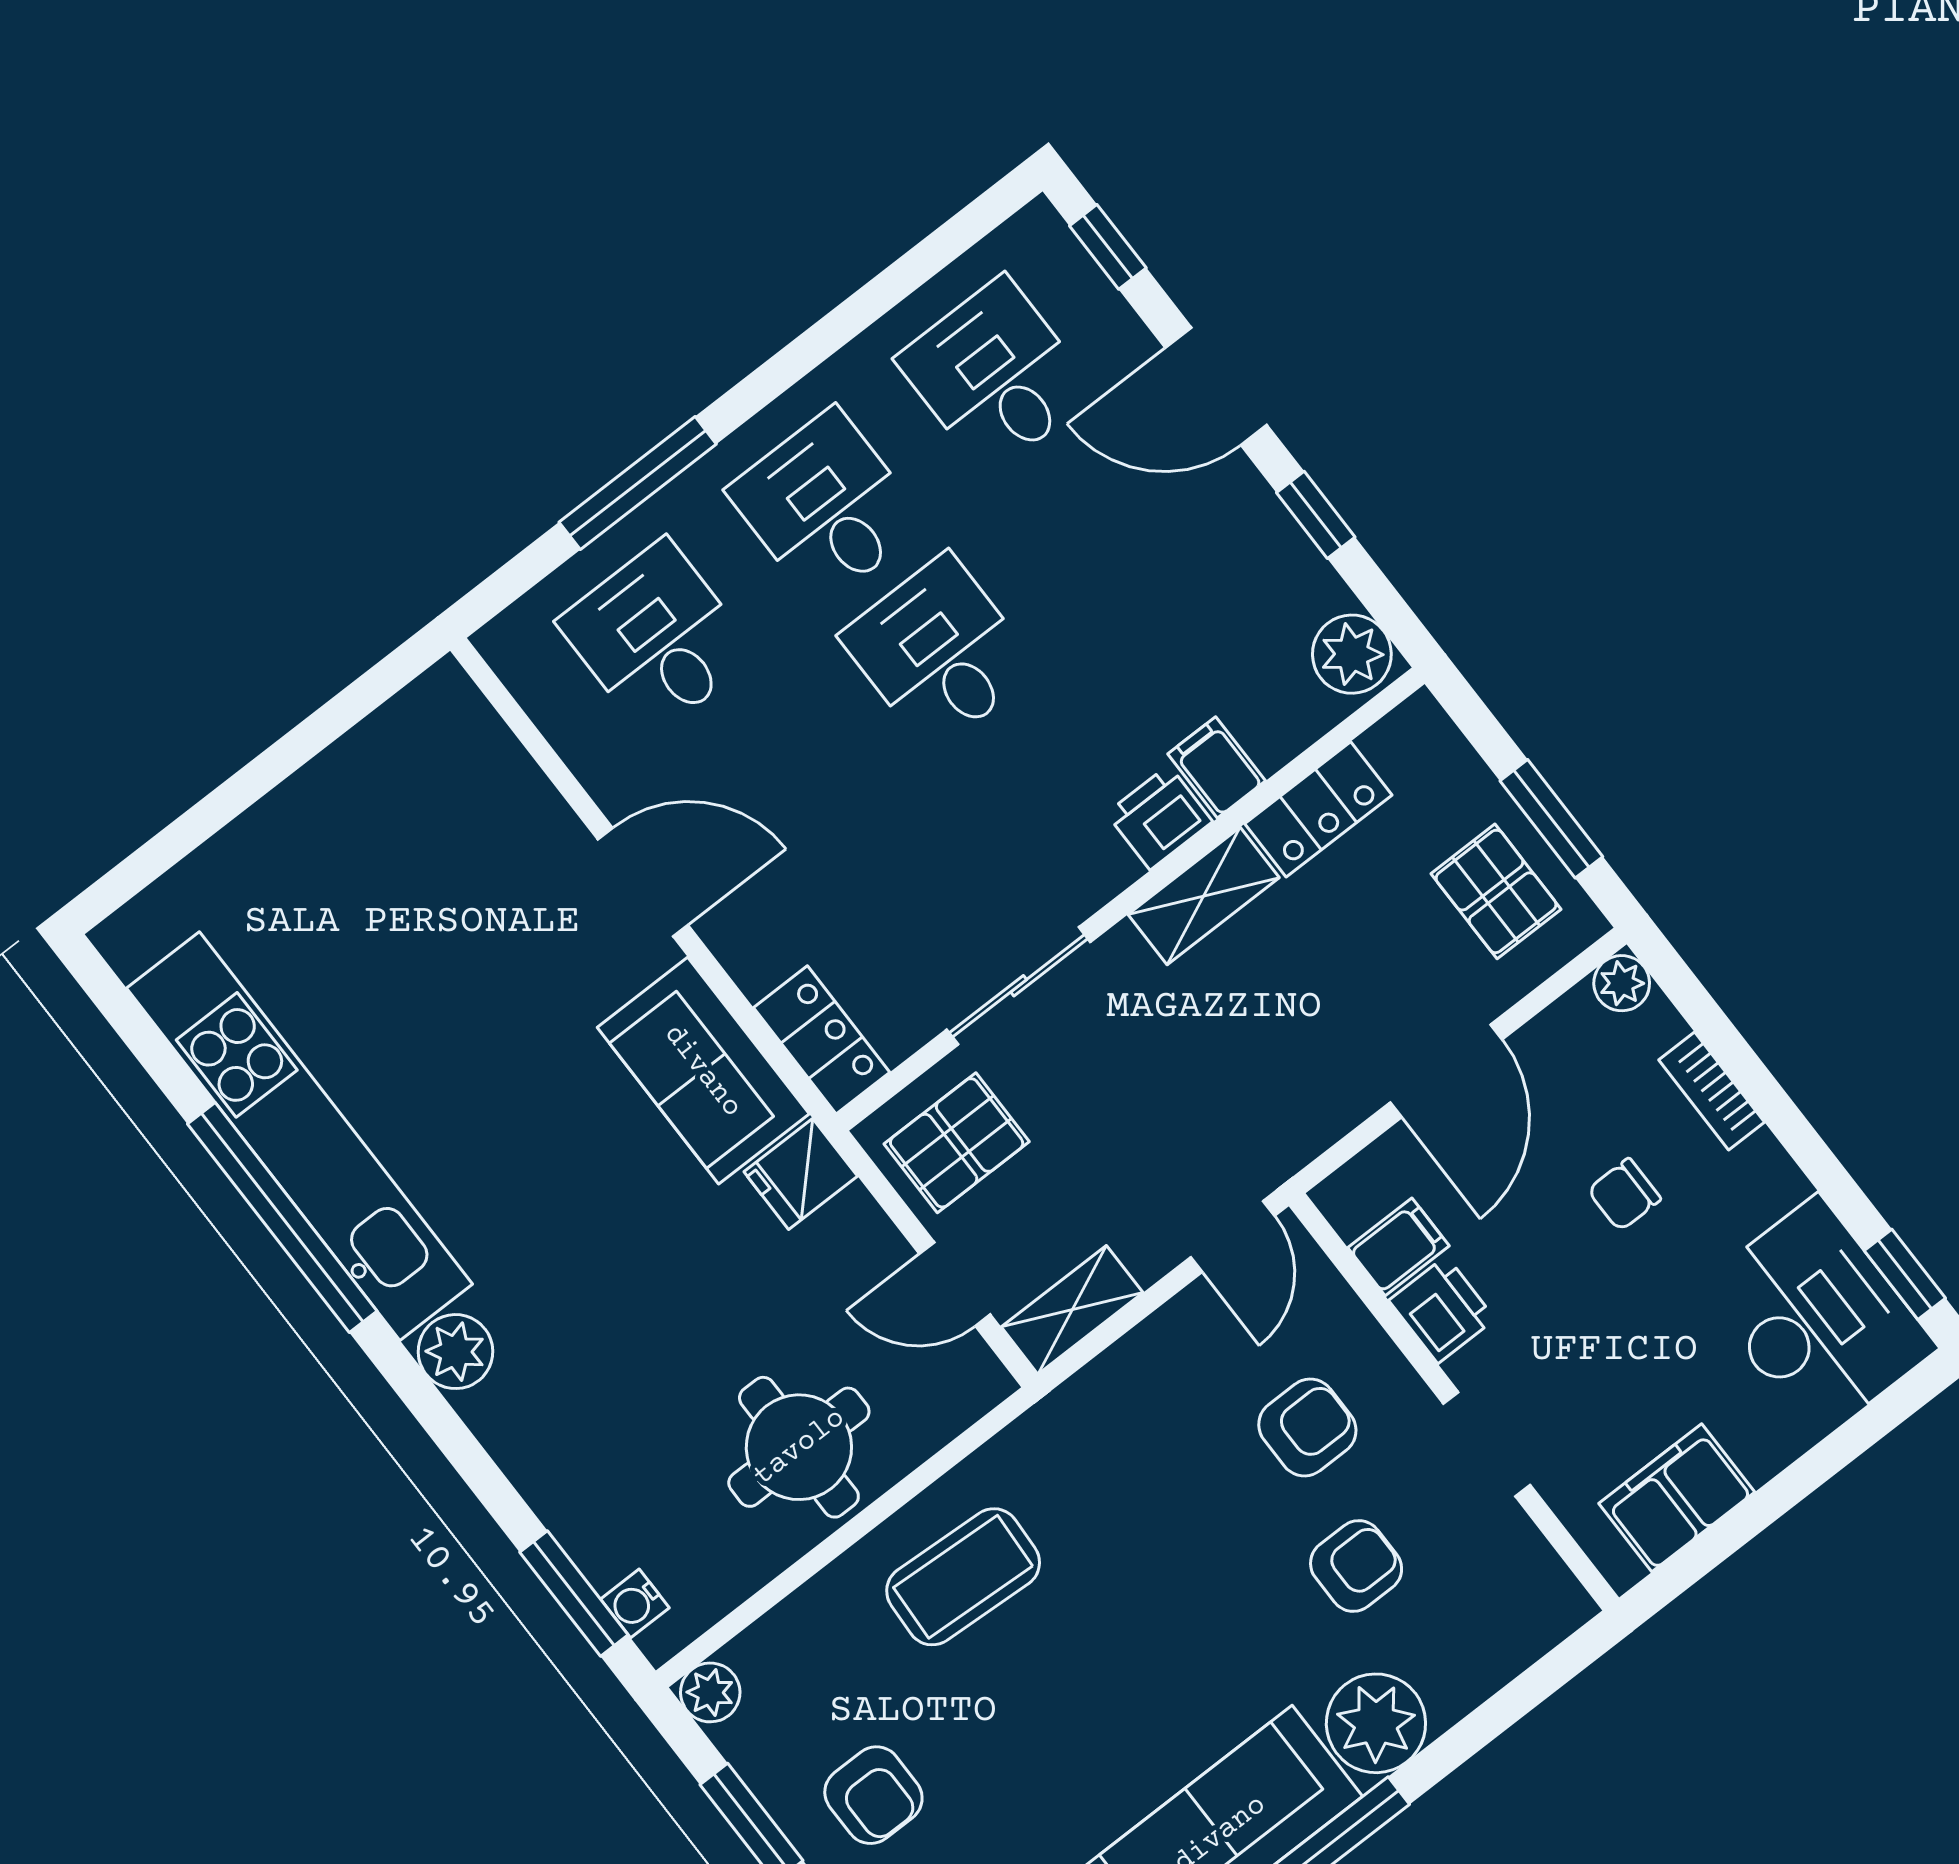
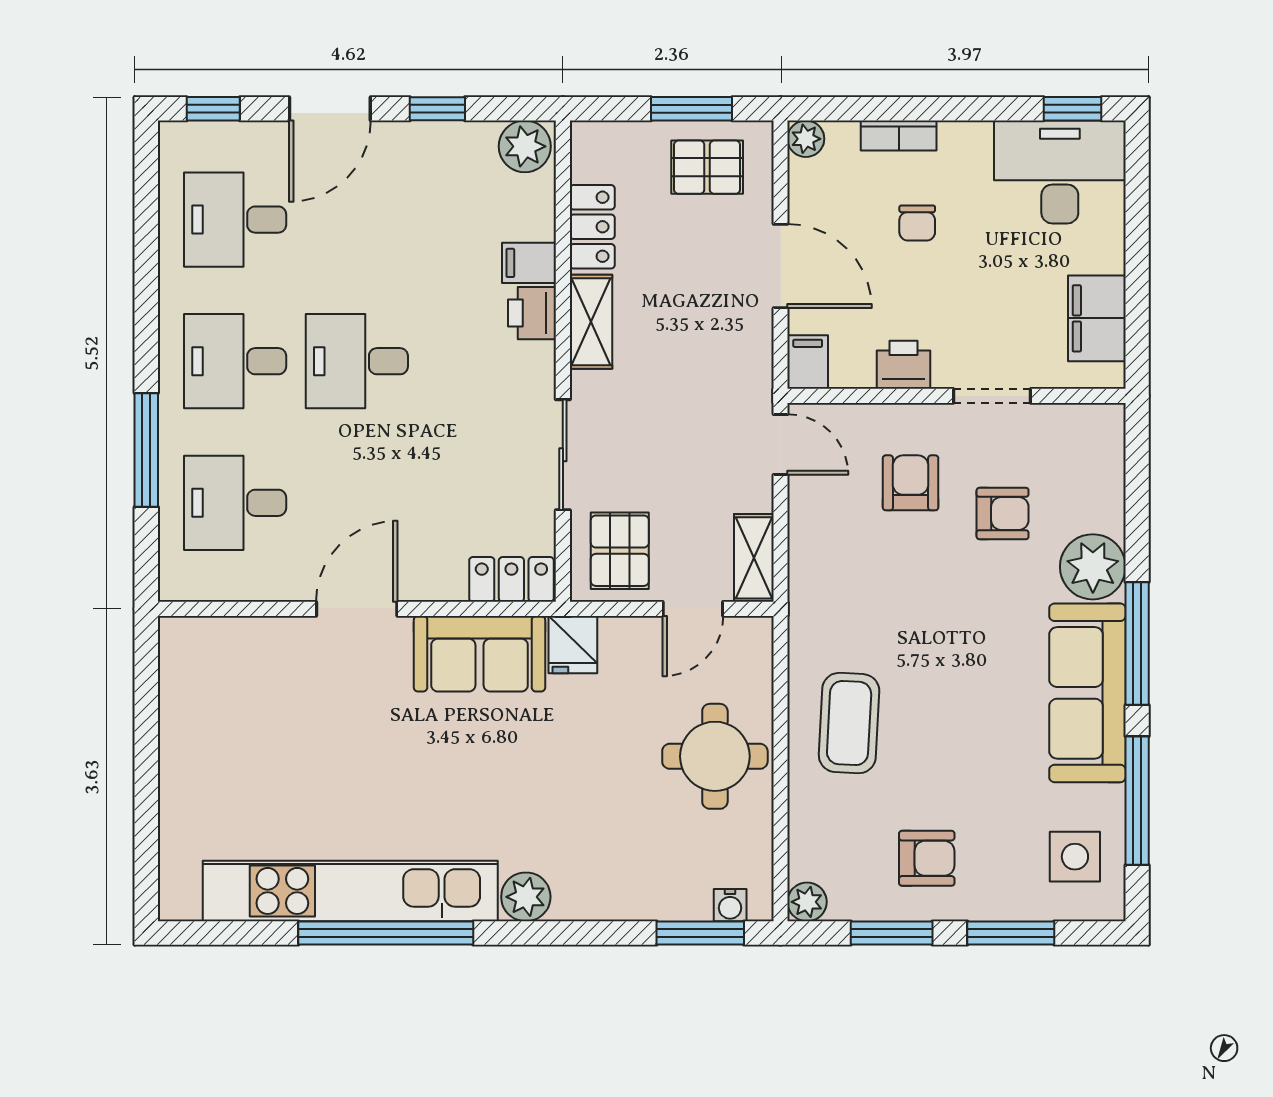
filing cabinet: (1398, 1247) -> (808, 362), moved
armchair: (1356, 1566) -> (1003, 514), turned 90

